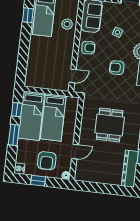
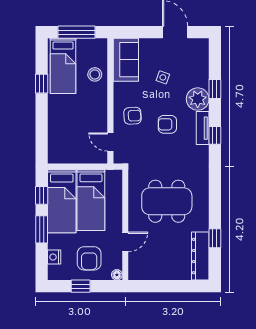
window: (28, 15) -> (42, 84), moved
armchair: (88, 48) -> (132, 116), moved
door: (73, 76) -> (110, 142), swing flipped
dining table: (110, 125) -> (167, 201), width x1.37
nightstand: (19, 169) -> (54, 257), moved

